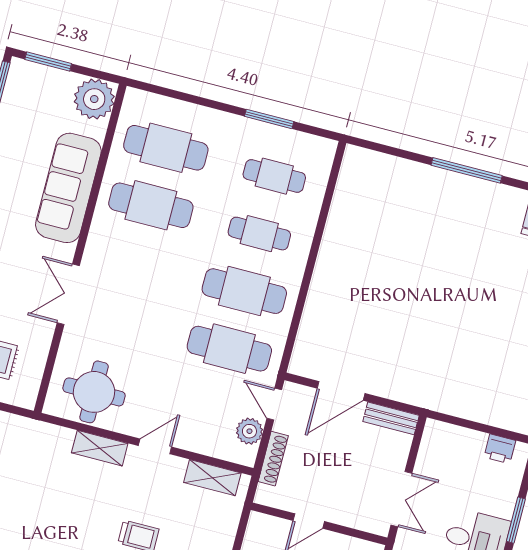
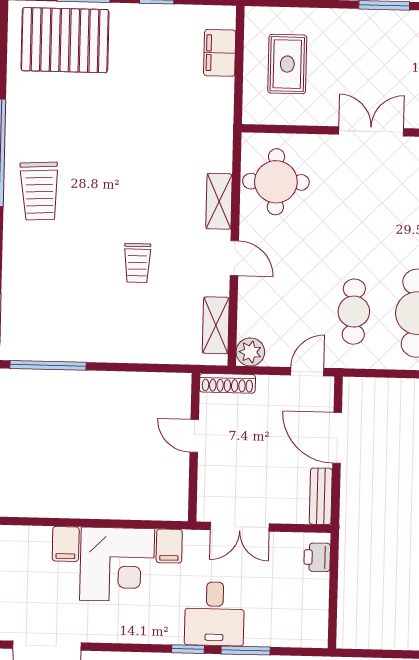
cafe table: (229, 349) -> (354, 312), width x0.73, depth x0.74
plant: (249, 431) -> (250, 352), moved
printer: (500, 449) -> (317, 557), moved
shoe rack: (273, 459) -> (227, 383), moved

